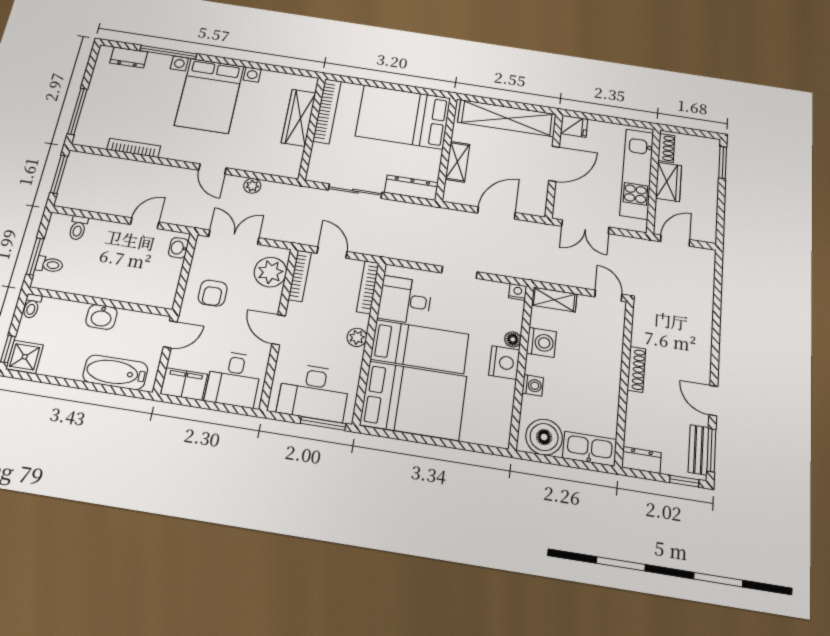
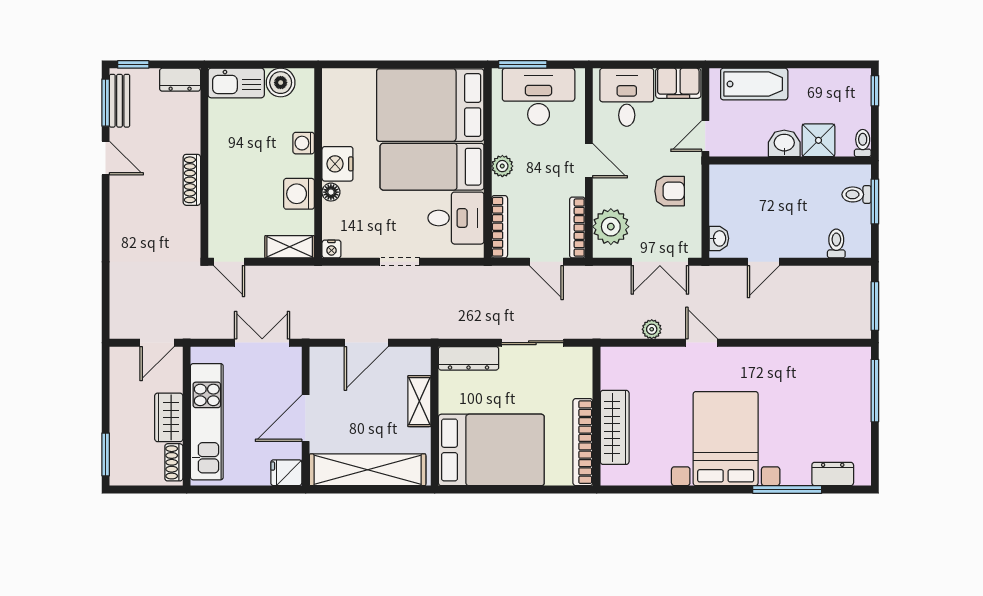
bookcase: (134, 148) -> (798, 354), removed
armchair: (213, 293) -> (670, 191), turned 90
shower: (25, 357) -> (818, 140), moved
boiler: (544, 437) -> (281, 83), width x0.73, depth x0.73

